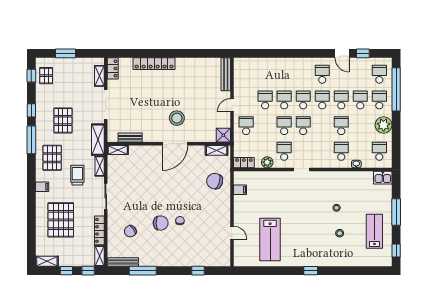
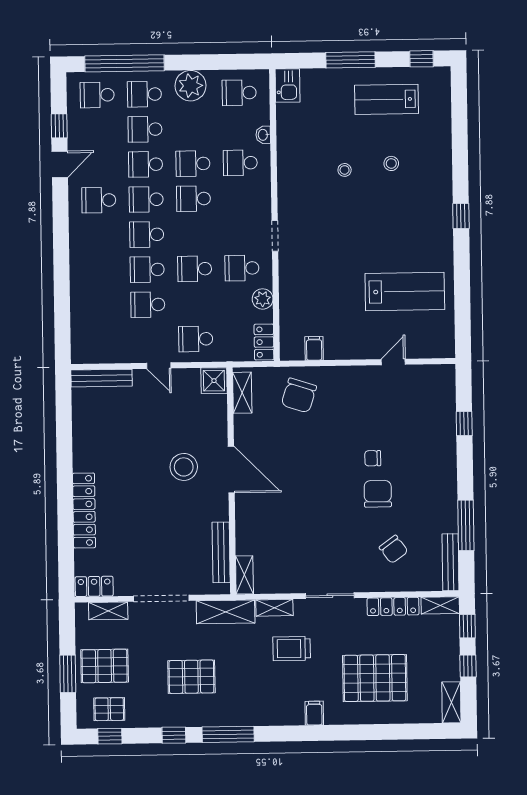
school desk: (303, 126) -> (193, 199), moved
bench: (130, 138) -> (221, 552), width x1.36
pallet: (52, 158) -> (105, 666), moved

